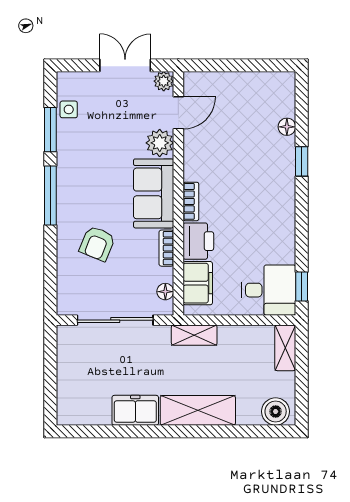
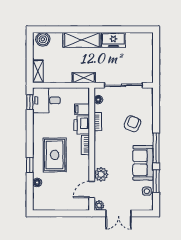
rug: (252, 182) -> (55, 155), added
sofa: (154, 193) -> (143, 163), moved, turned 180
filing cabinet: (198, 283) -> (82, 109), width x0.50

